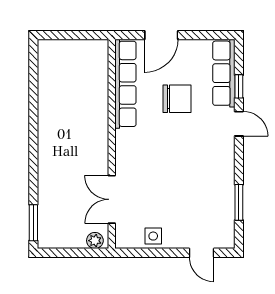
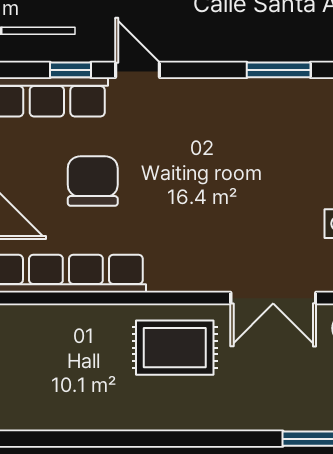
door: (239, 124) -> (138, 70), hinge flipped
rug: (84, 144) -> (175, 348), added

